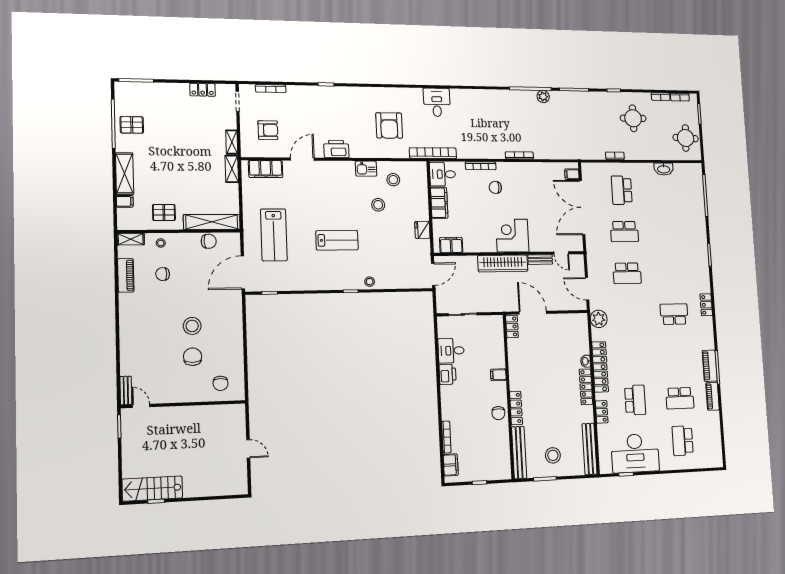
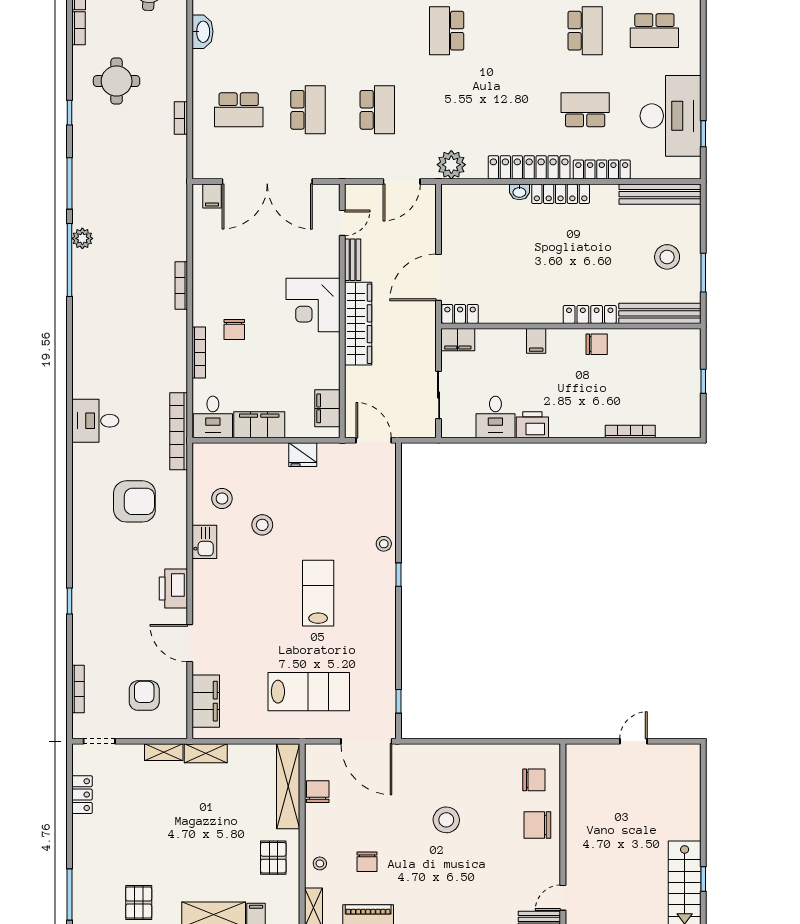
chair: (193, 357) -> (537, 825), moved
locker: (602, 412) -> (602, 169), width x1.53
filing cabinet: (451, 465) -> (458, 340), moved, turned 180

